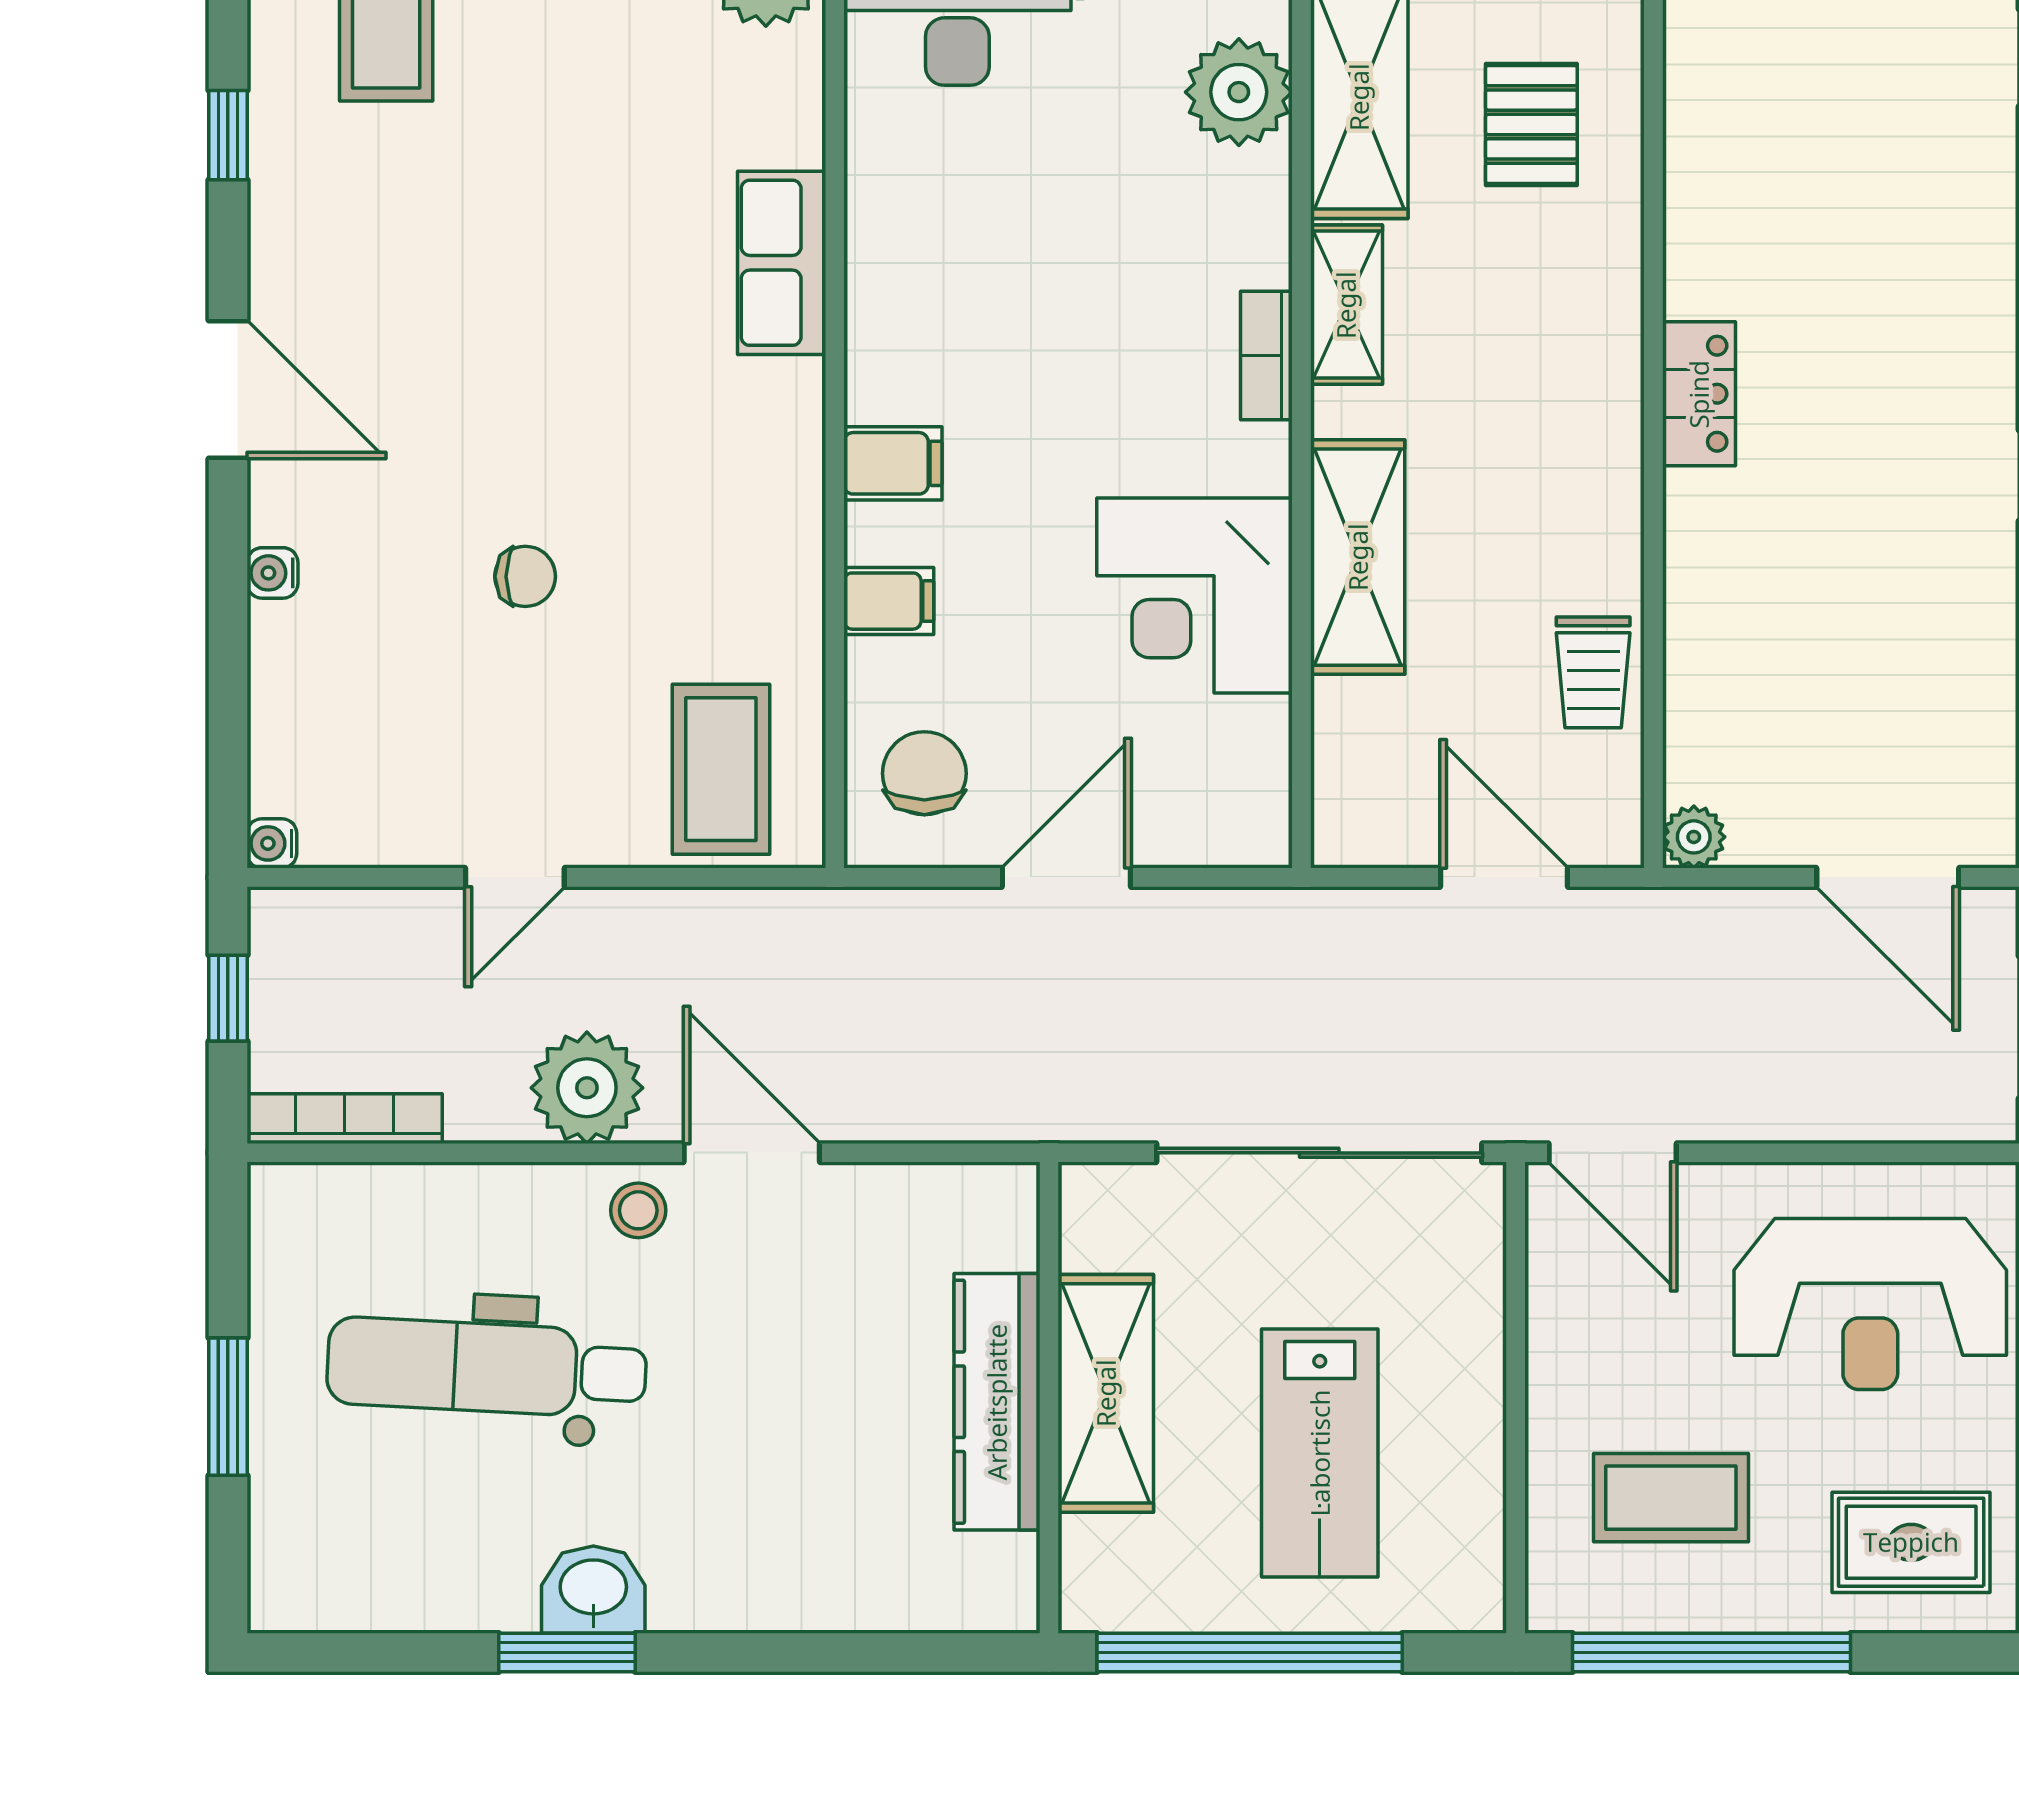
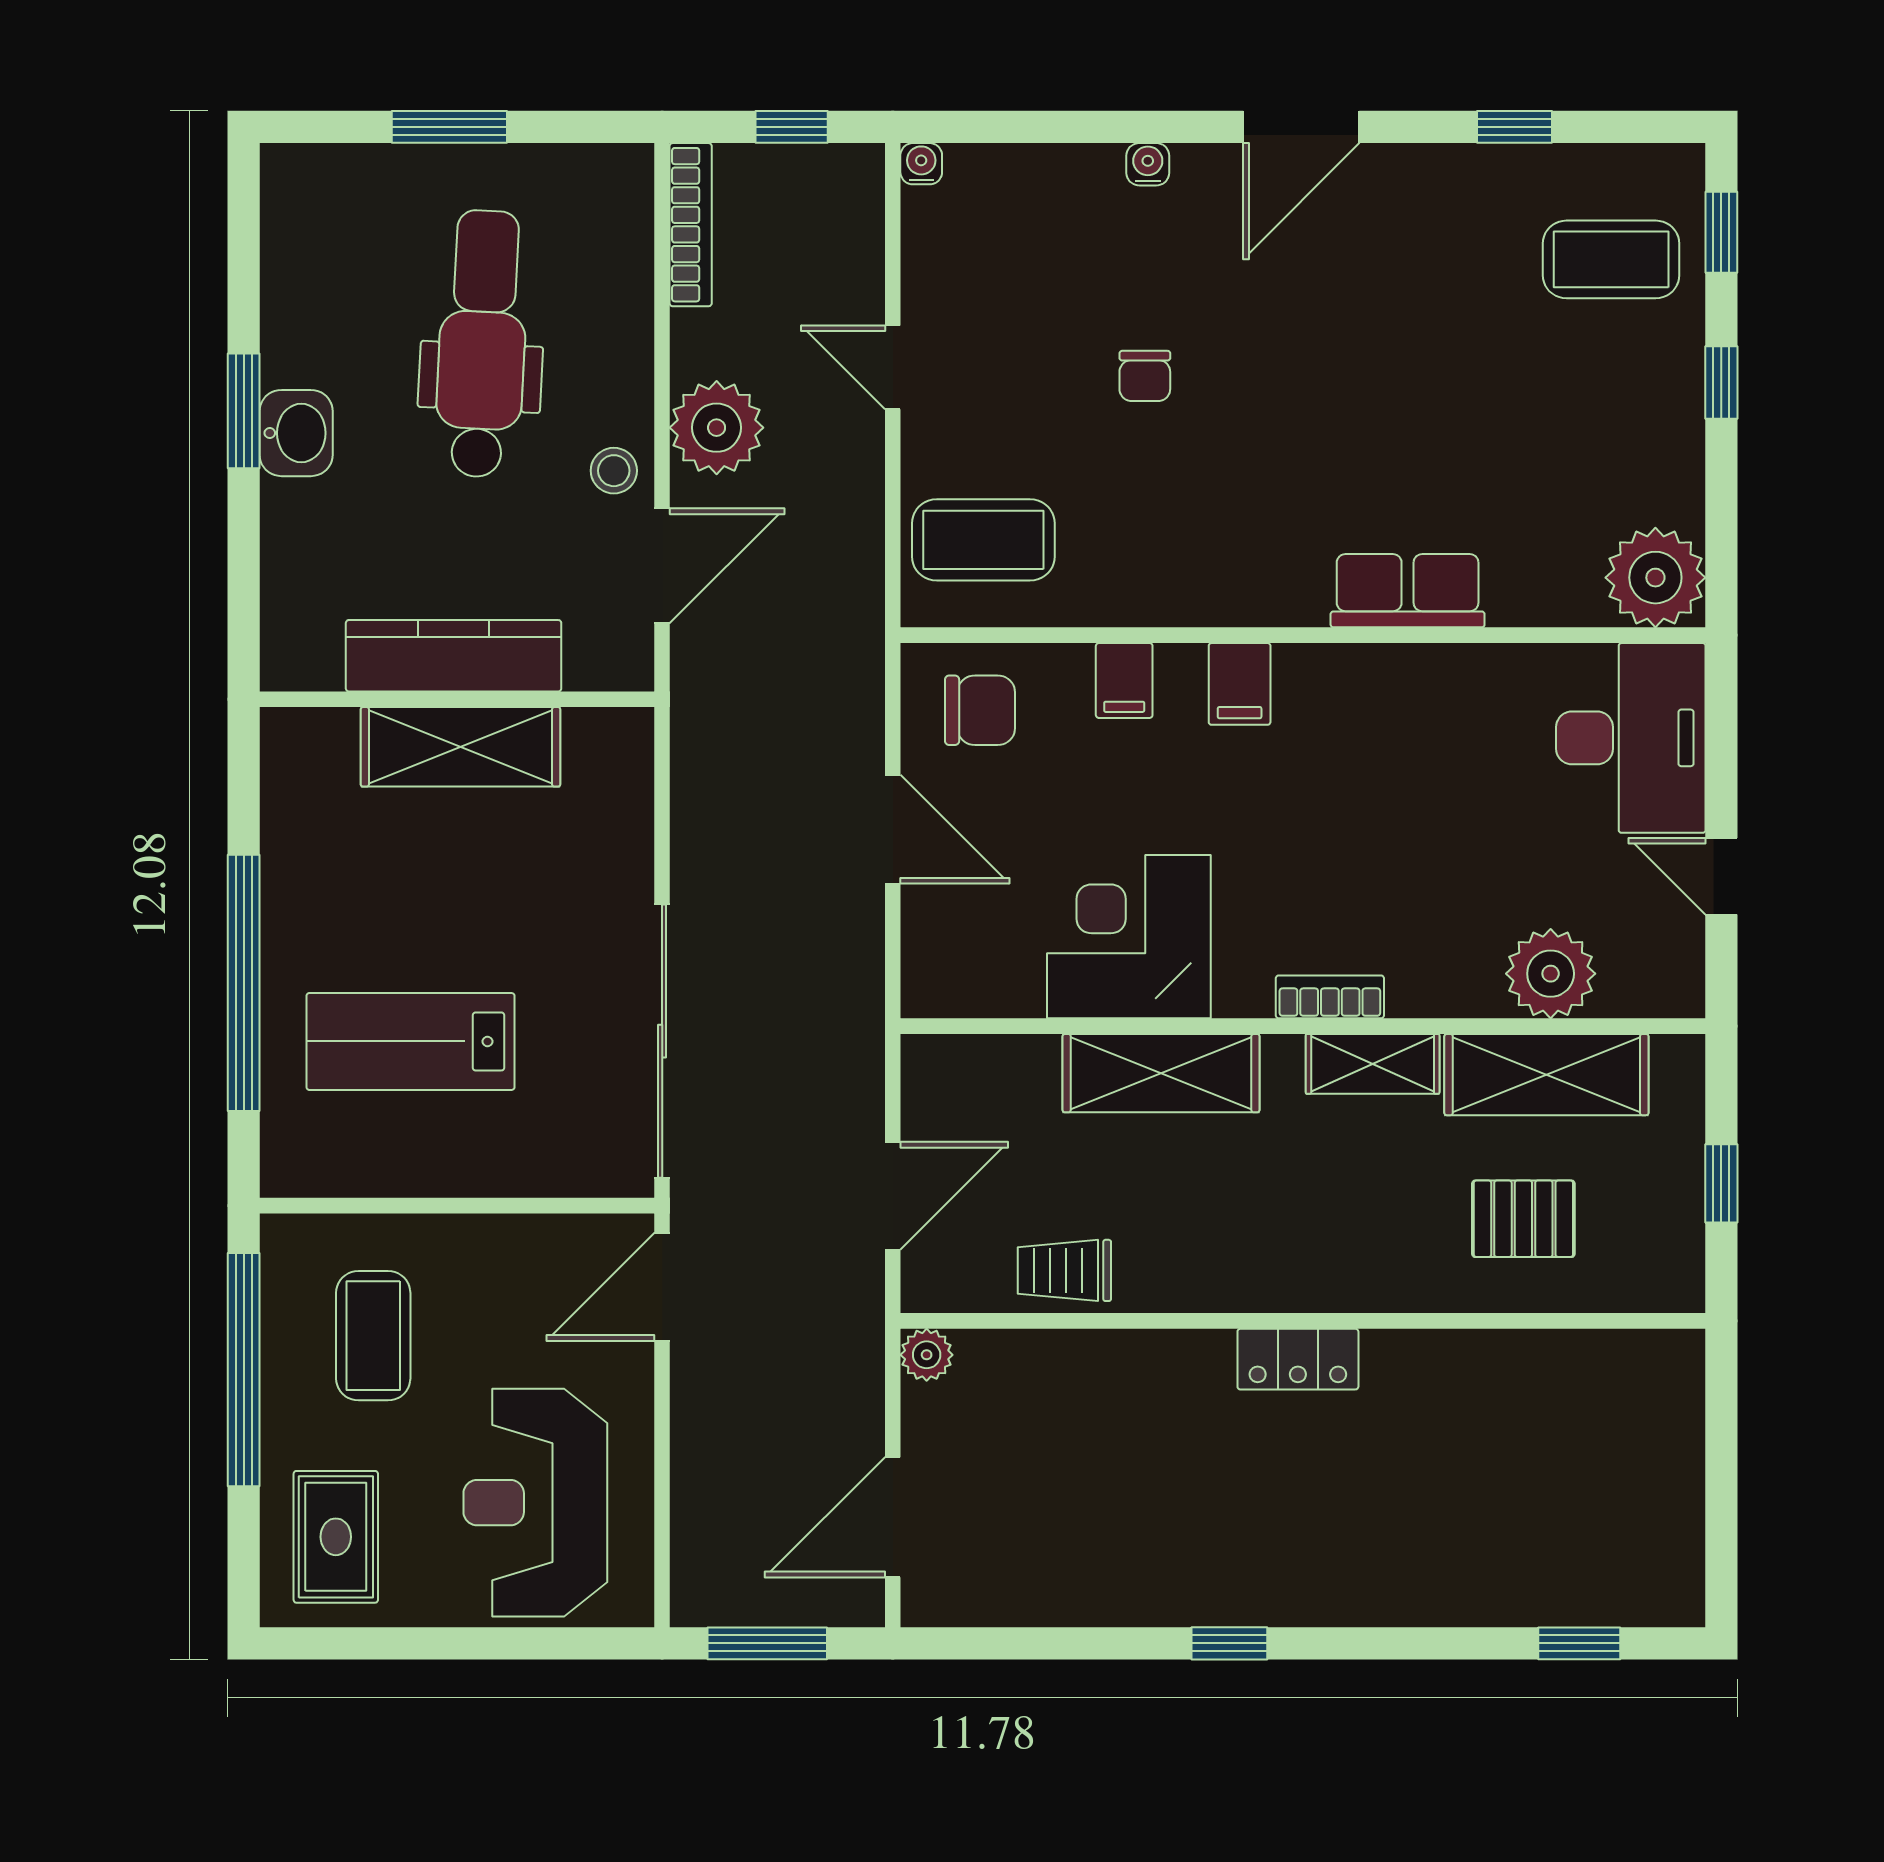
shelving: (1106, 1393) -> (460, 747), moved
wall: (1049, 1398) -> (457, 699), moved
kitchen counter: (997, 1402) -> (454, 656), moved

